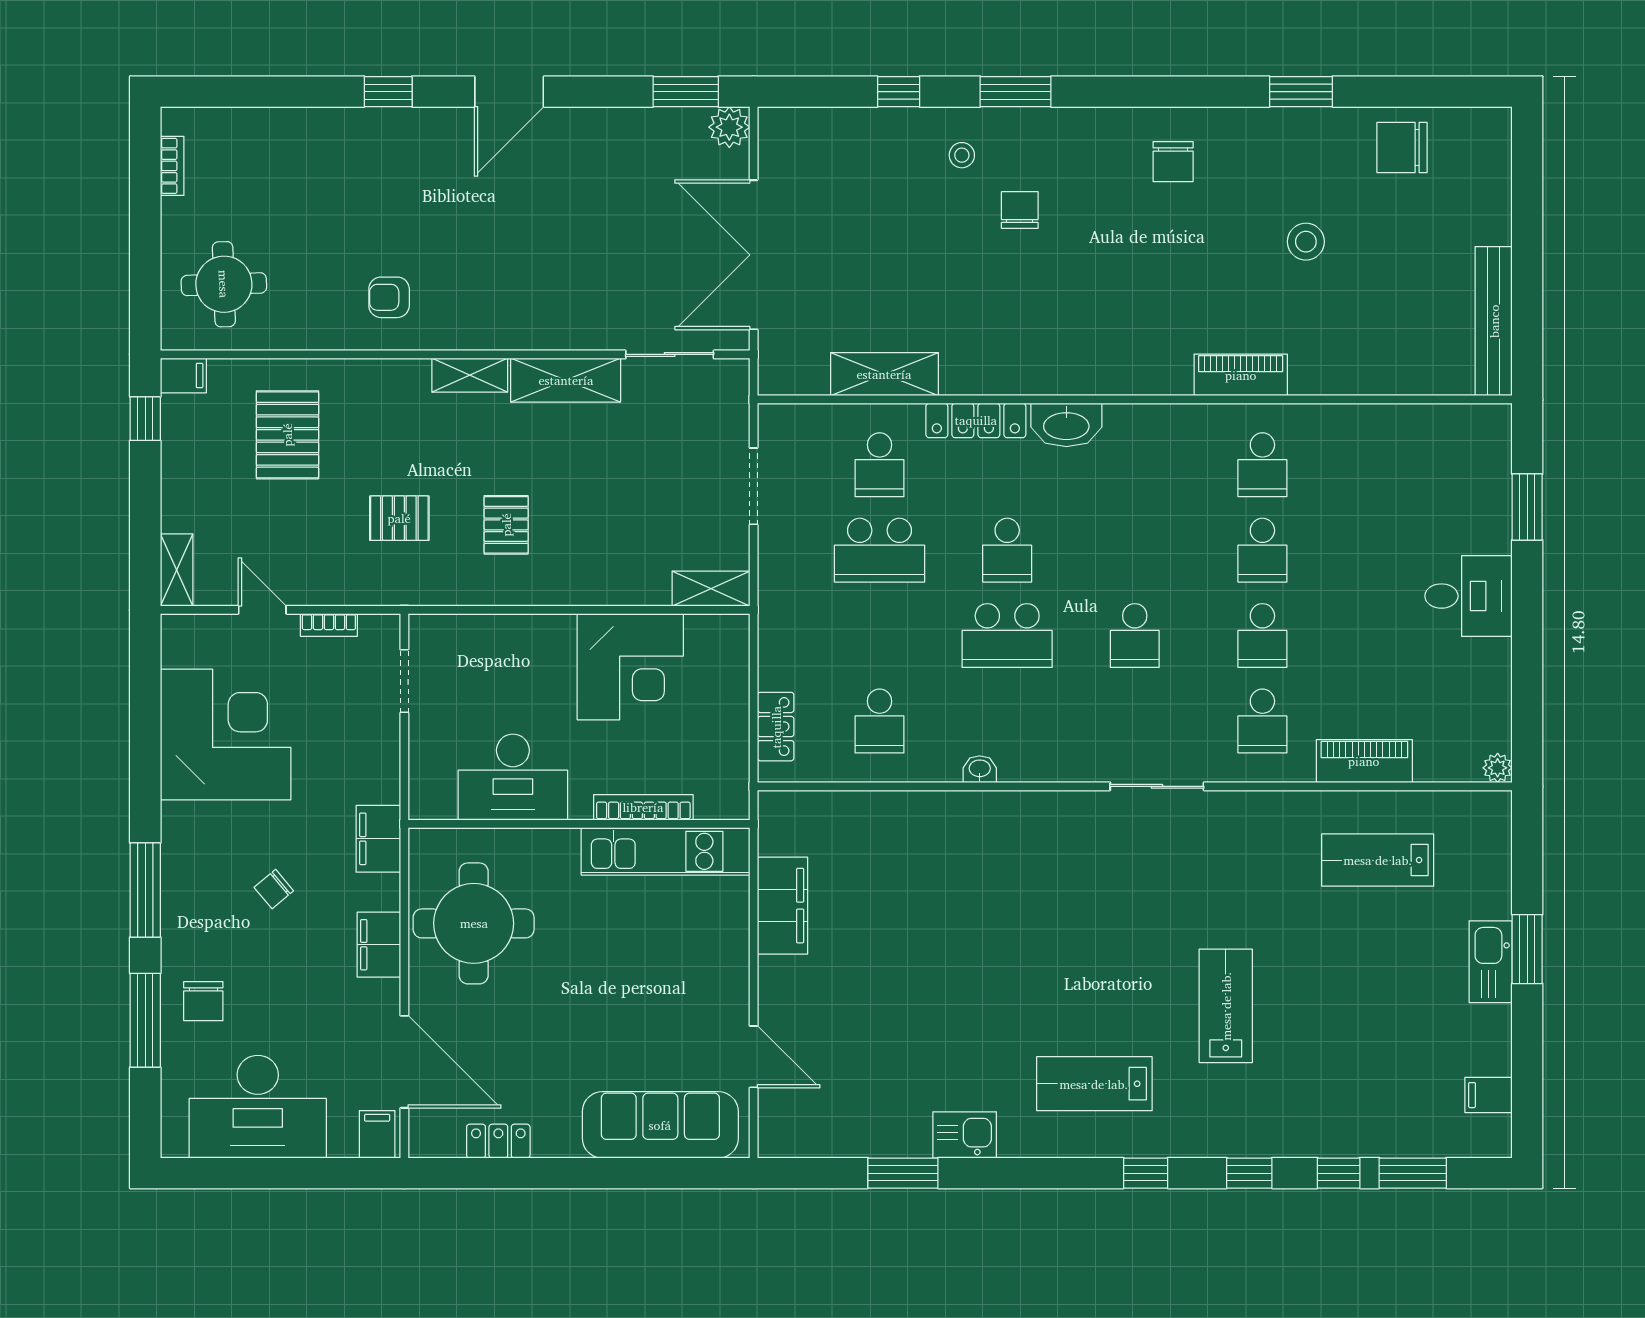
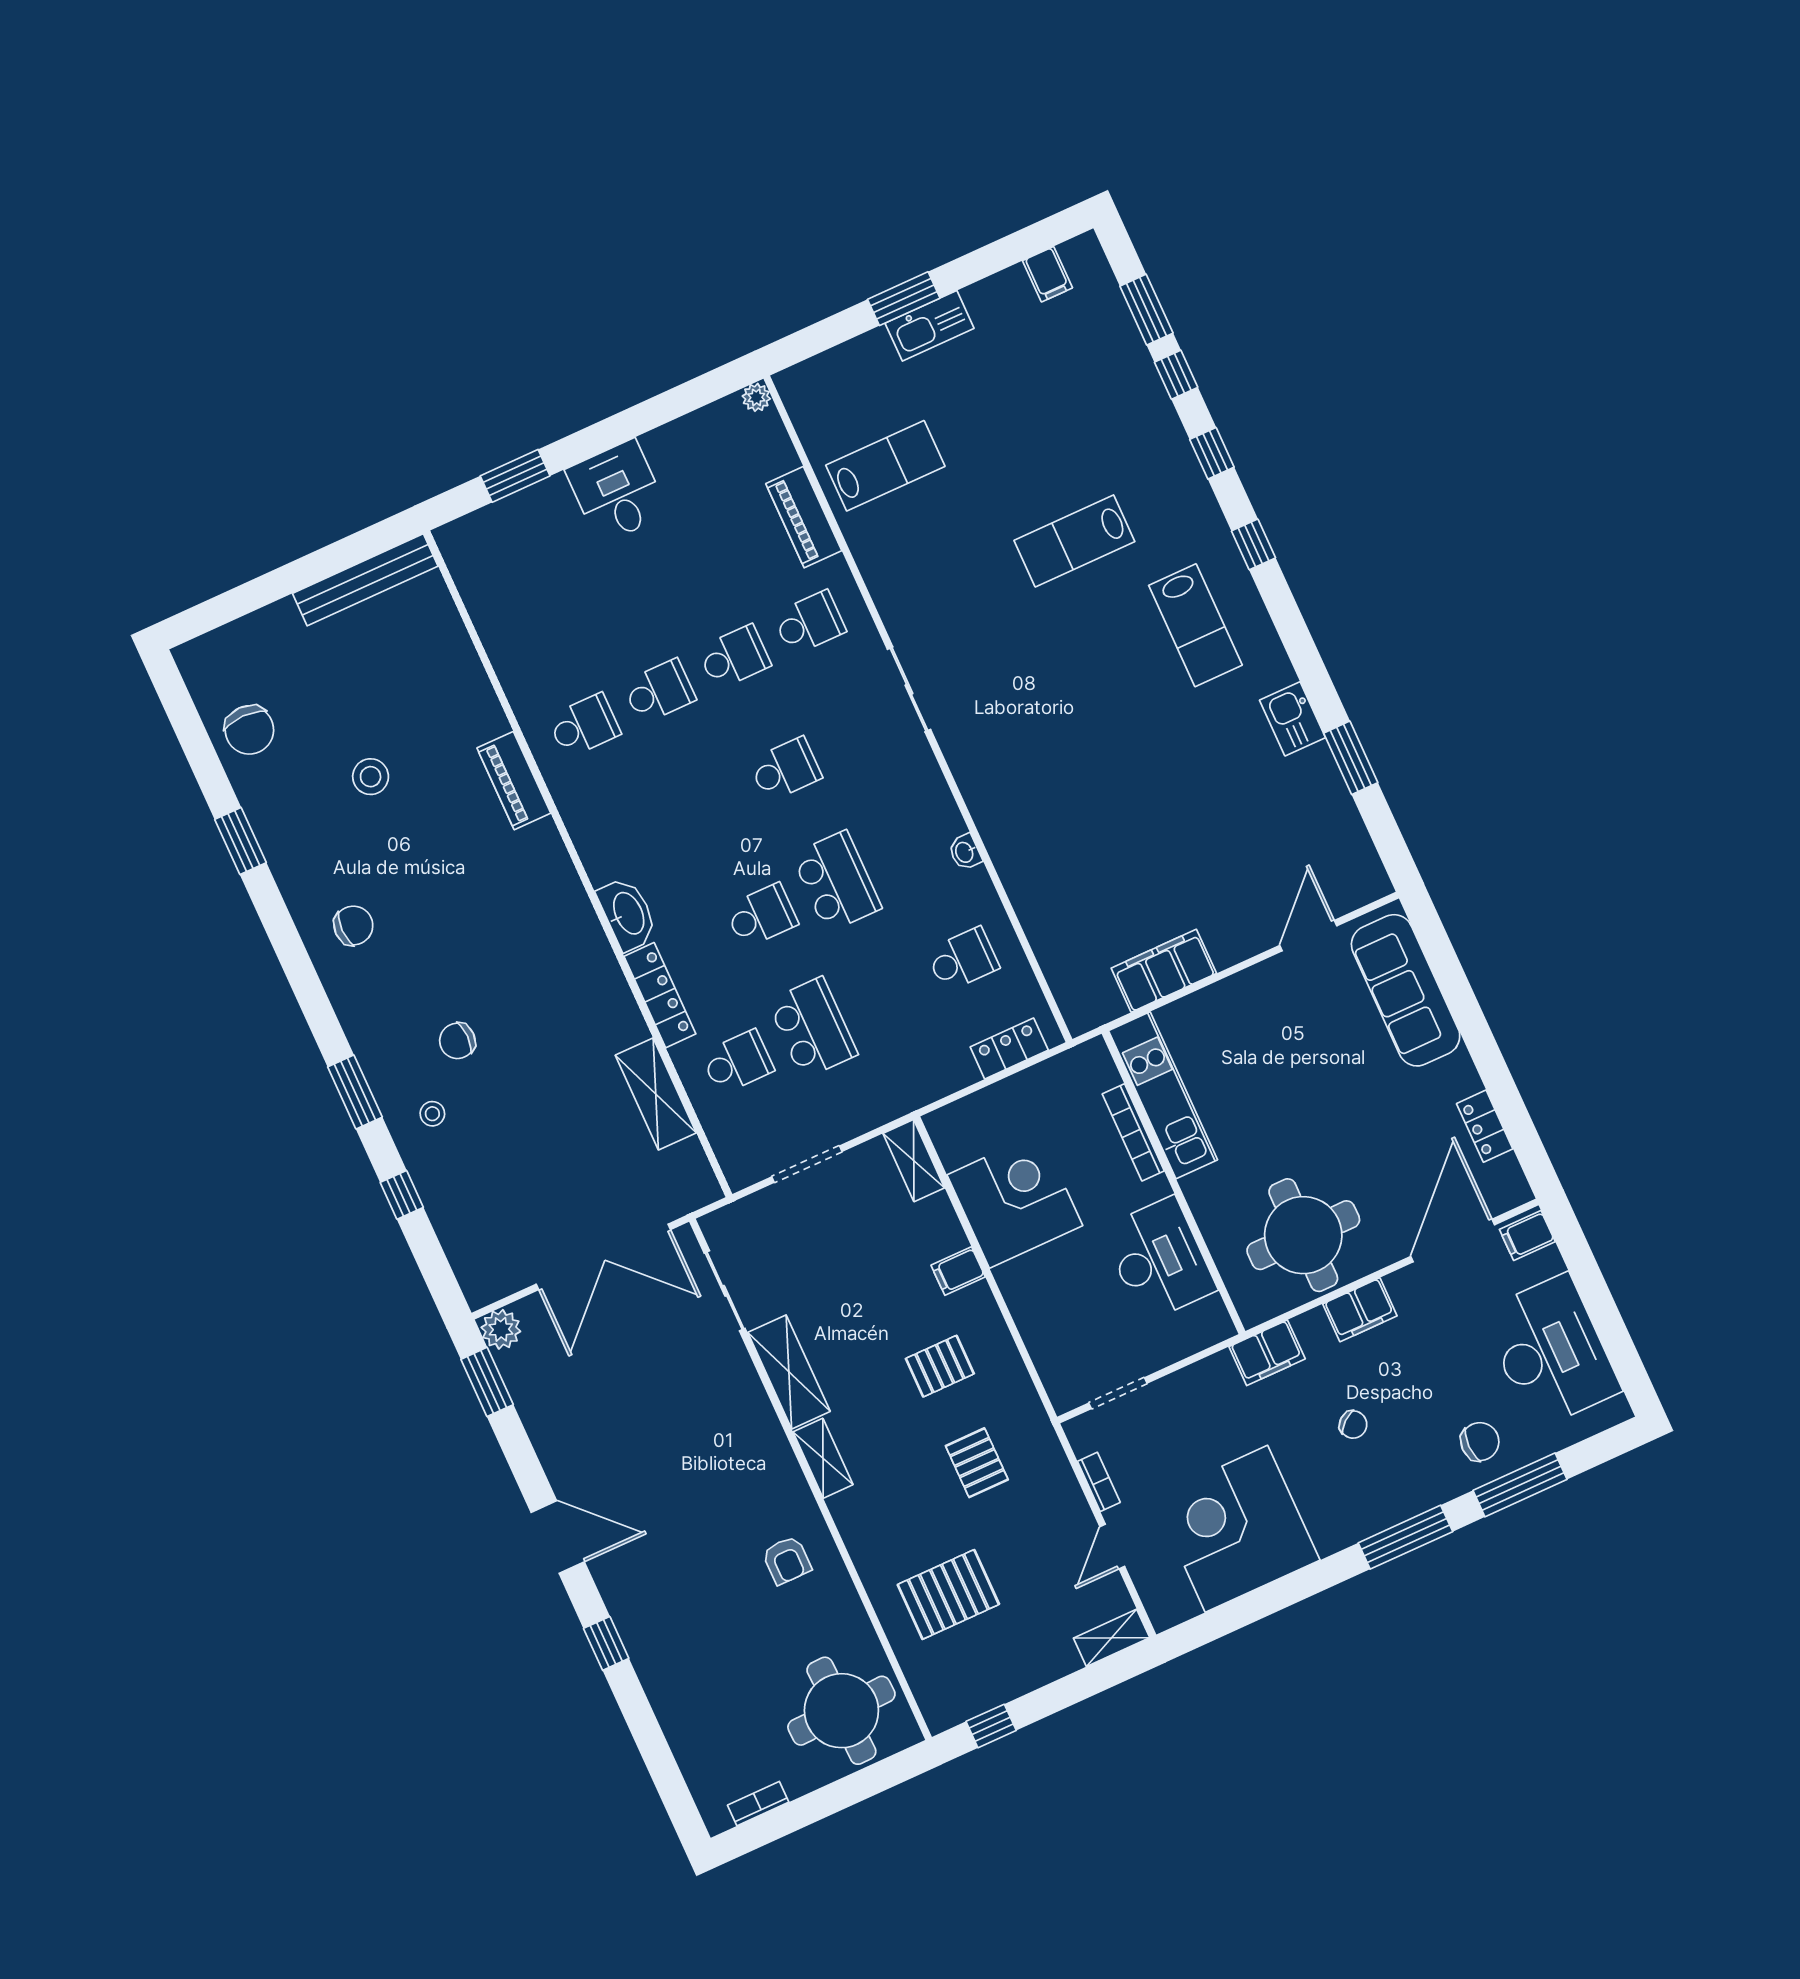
round table: (224, 284) -> (841, 1711), width x1.36, depth x1.36
filing cabinet: (183, 375) -> (958, 1271), moved, turned -90
lab bench: (1378, 860) -> (885, 466), turned -90

